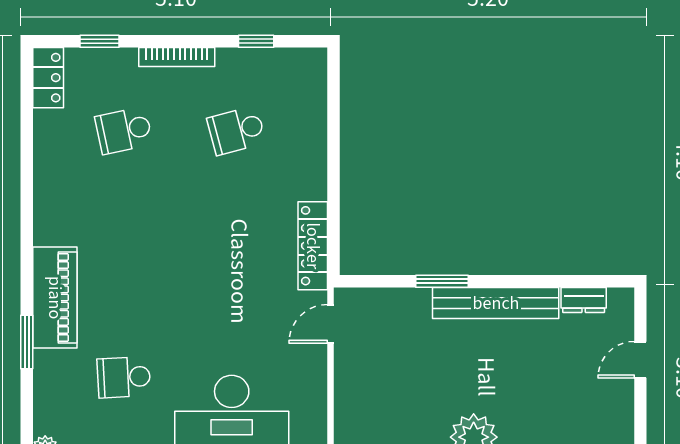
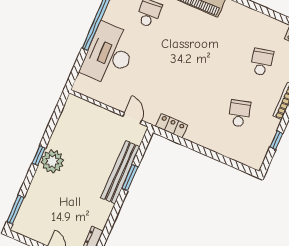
locker: (313, 246) -> (172, 126), width x0.66
bench: (496, 303) -> (120, 172), moved

